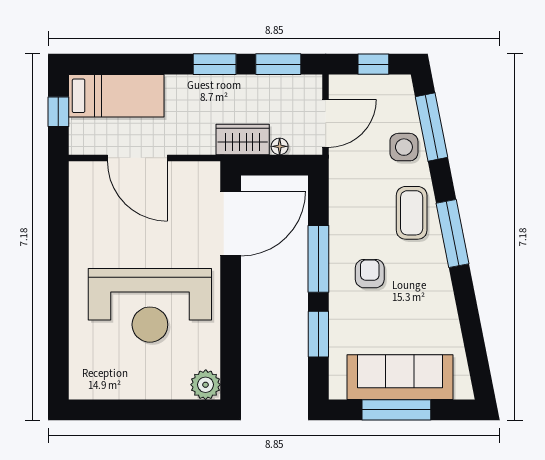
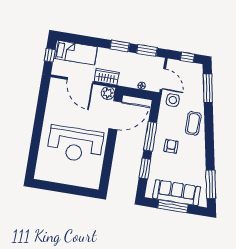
door: (326, 123) -> (163, 79), hinge flipped
wardrobe: (243, 140) -> (107, 77), moved
side table: (404, 147) -> (173, 100), moved
window: (453, 234) -> (211, 184), moved
plant: (206, 385) -> (108, 93), moved

